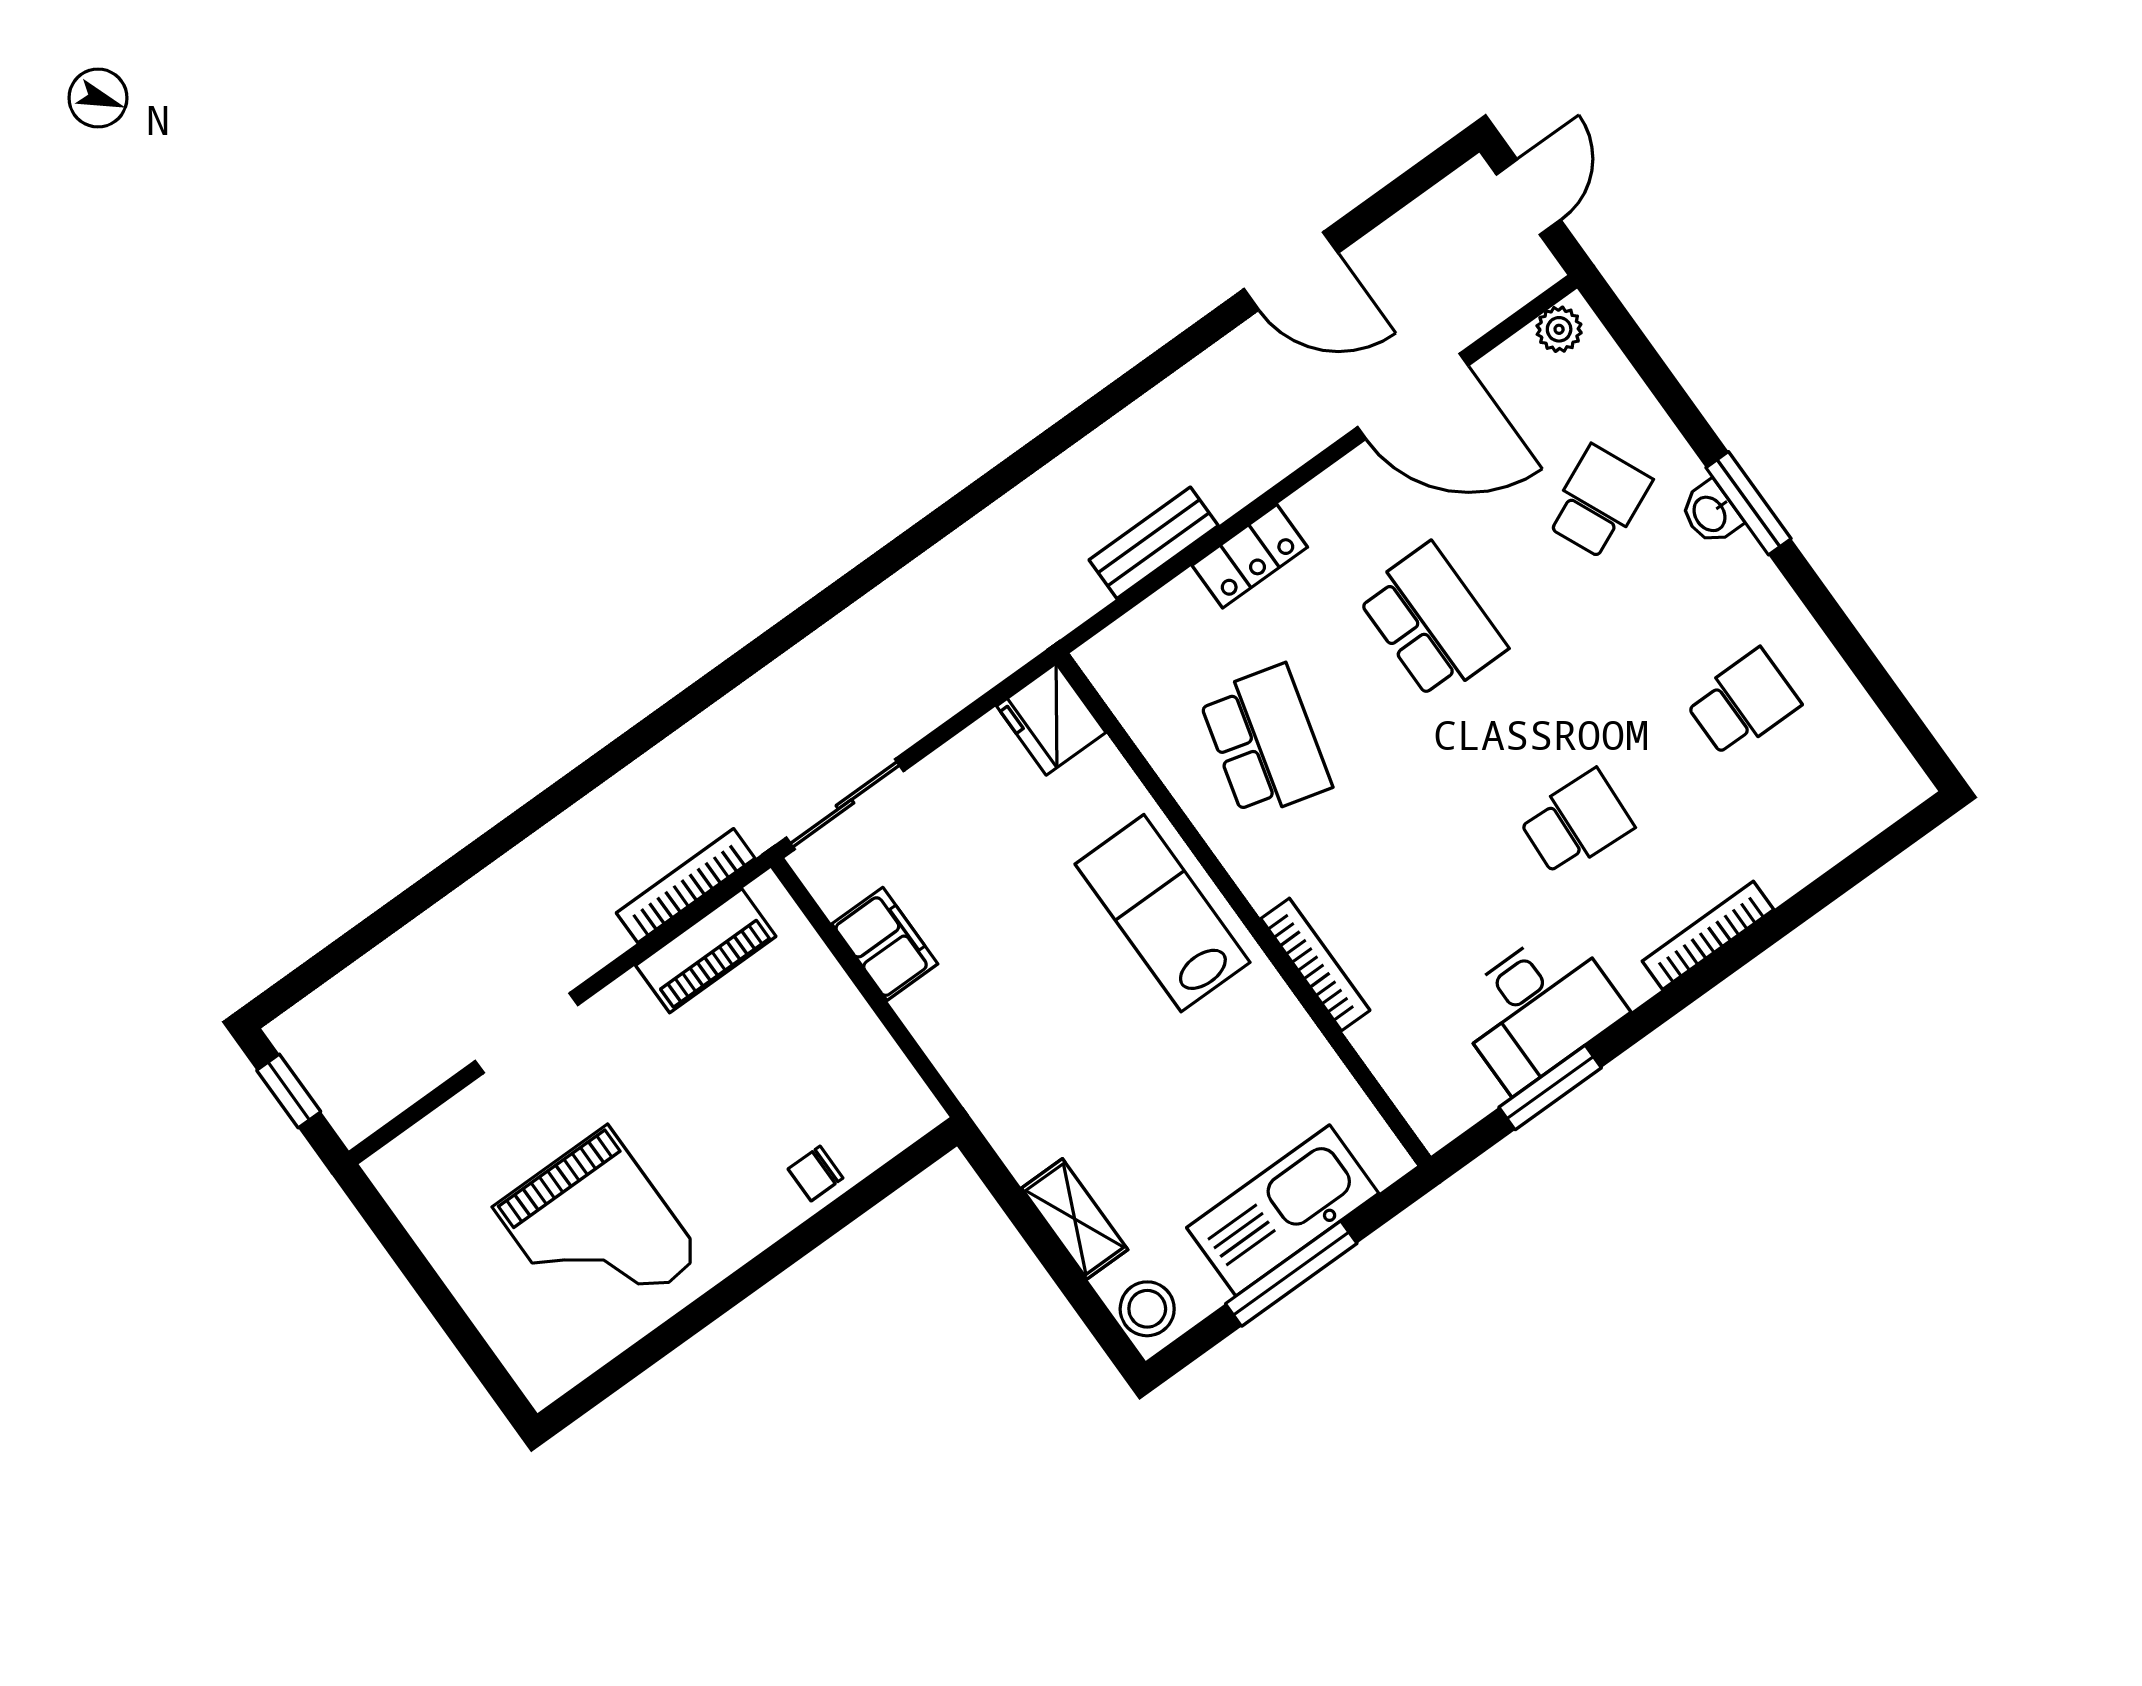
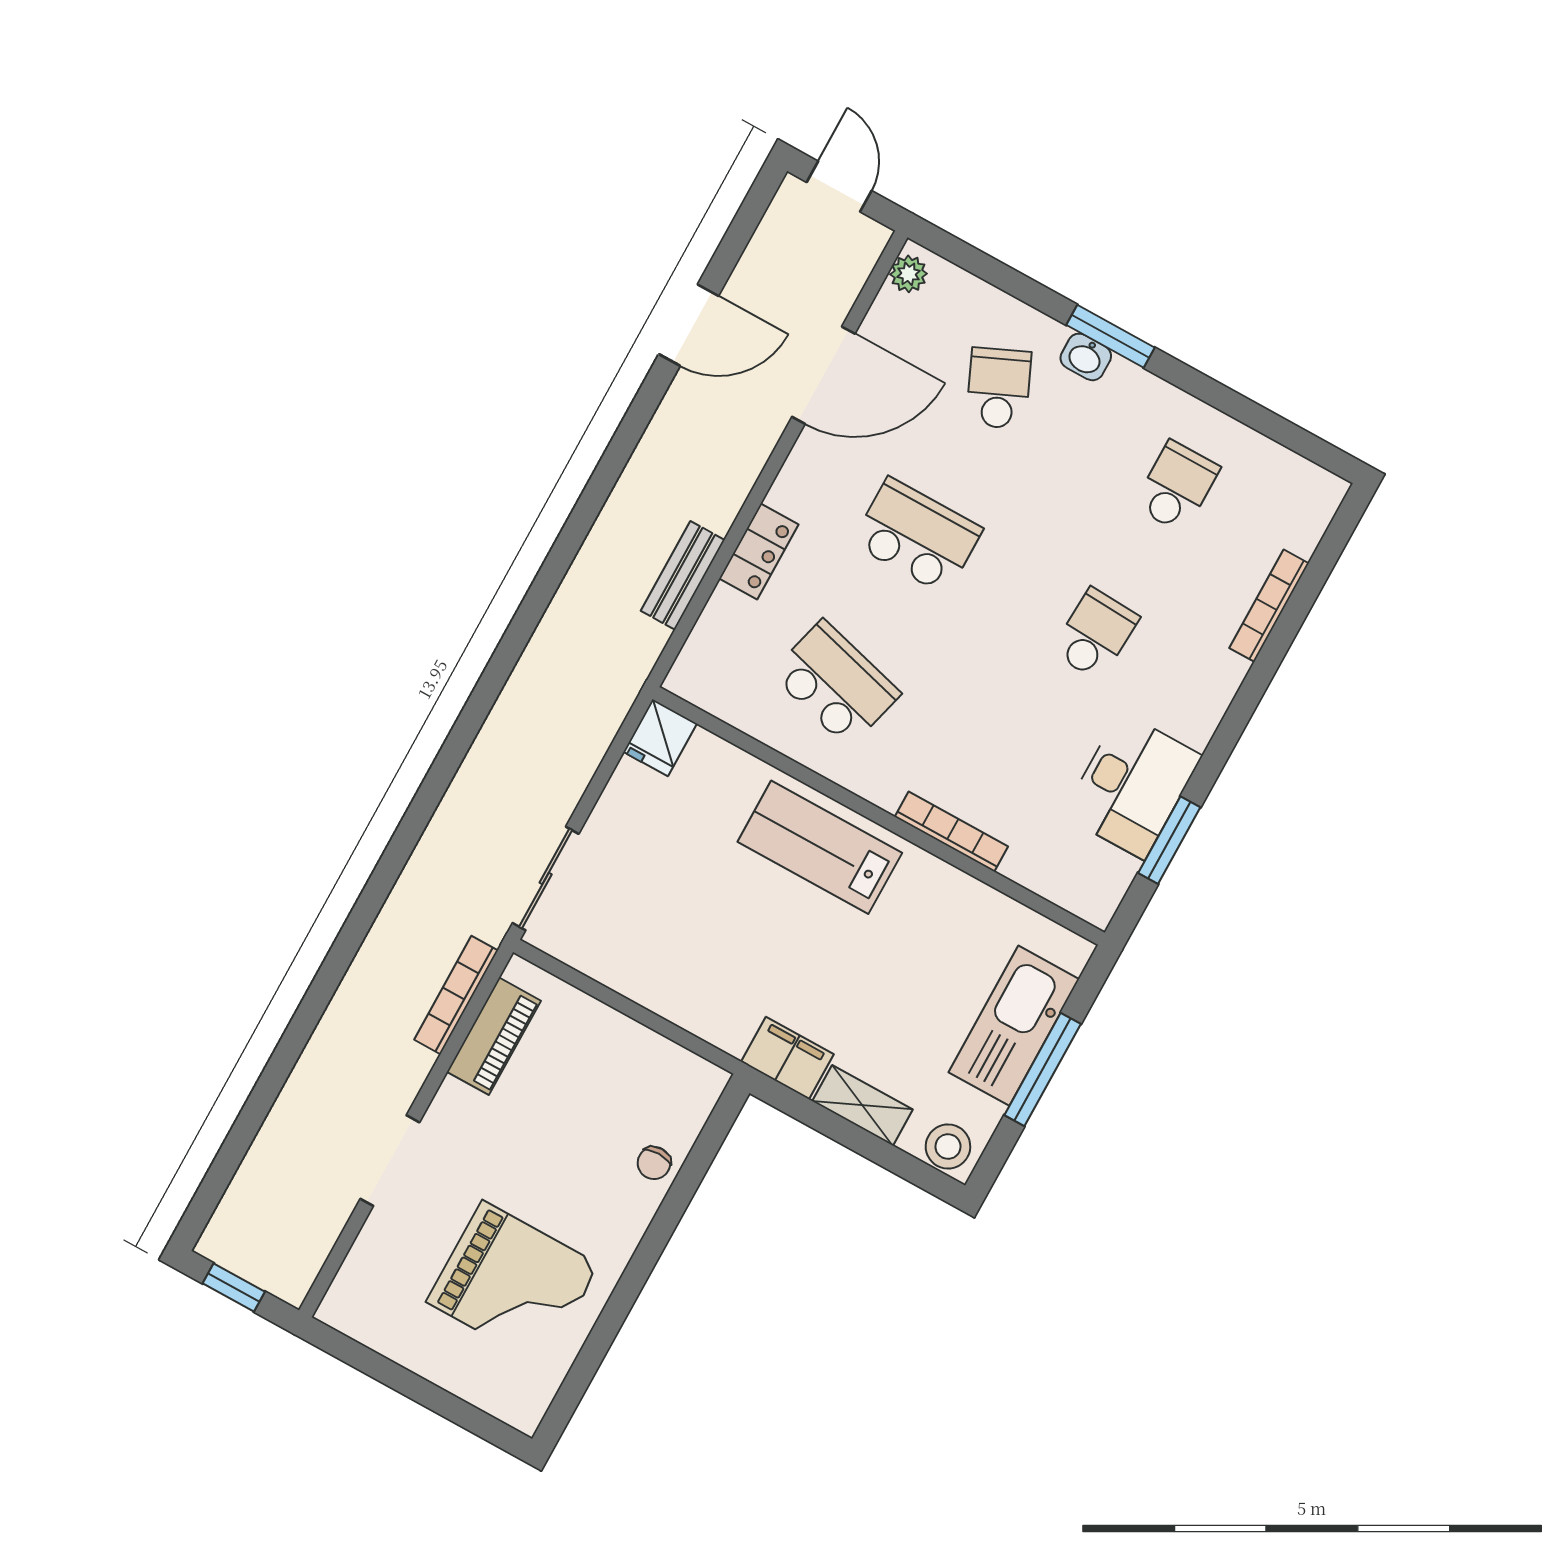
fridge: (1051, 719) -> (660, 738), width x0.72
bookcase: (1708, 935) -> (1269, 606), moved
filing cabinet: (885, 944) -> (787, 1058), moved

